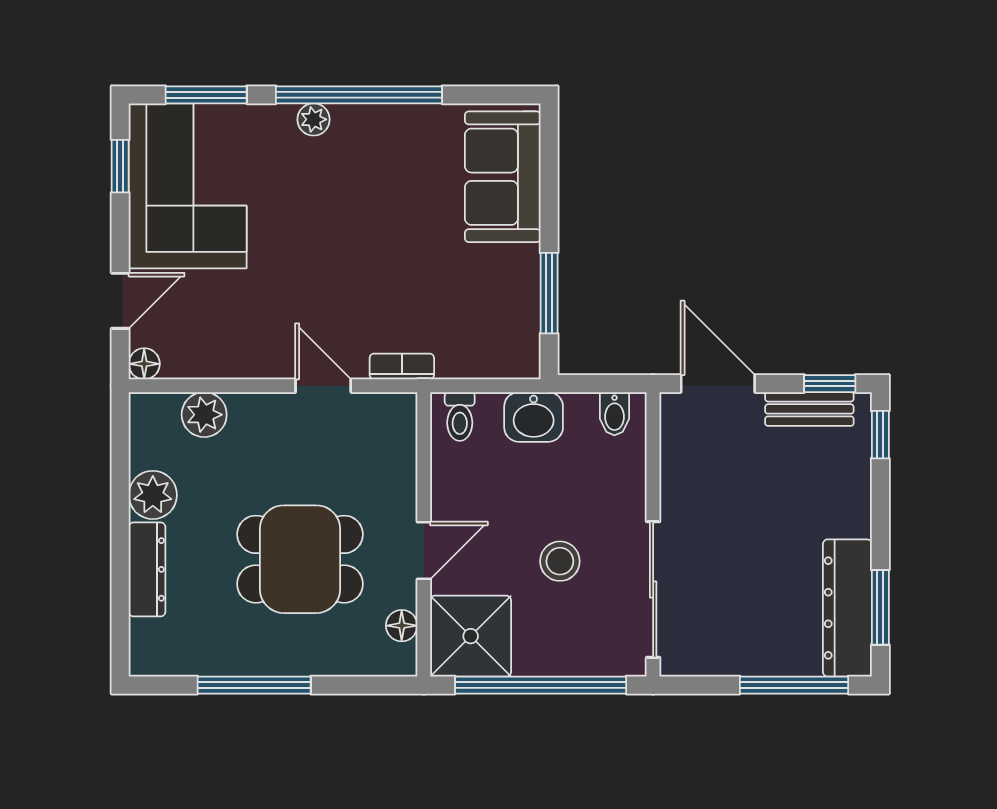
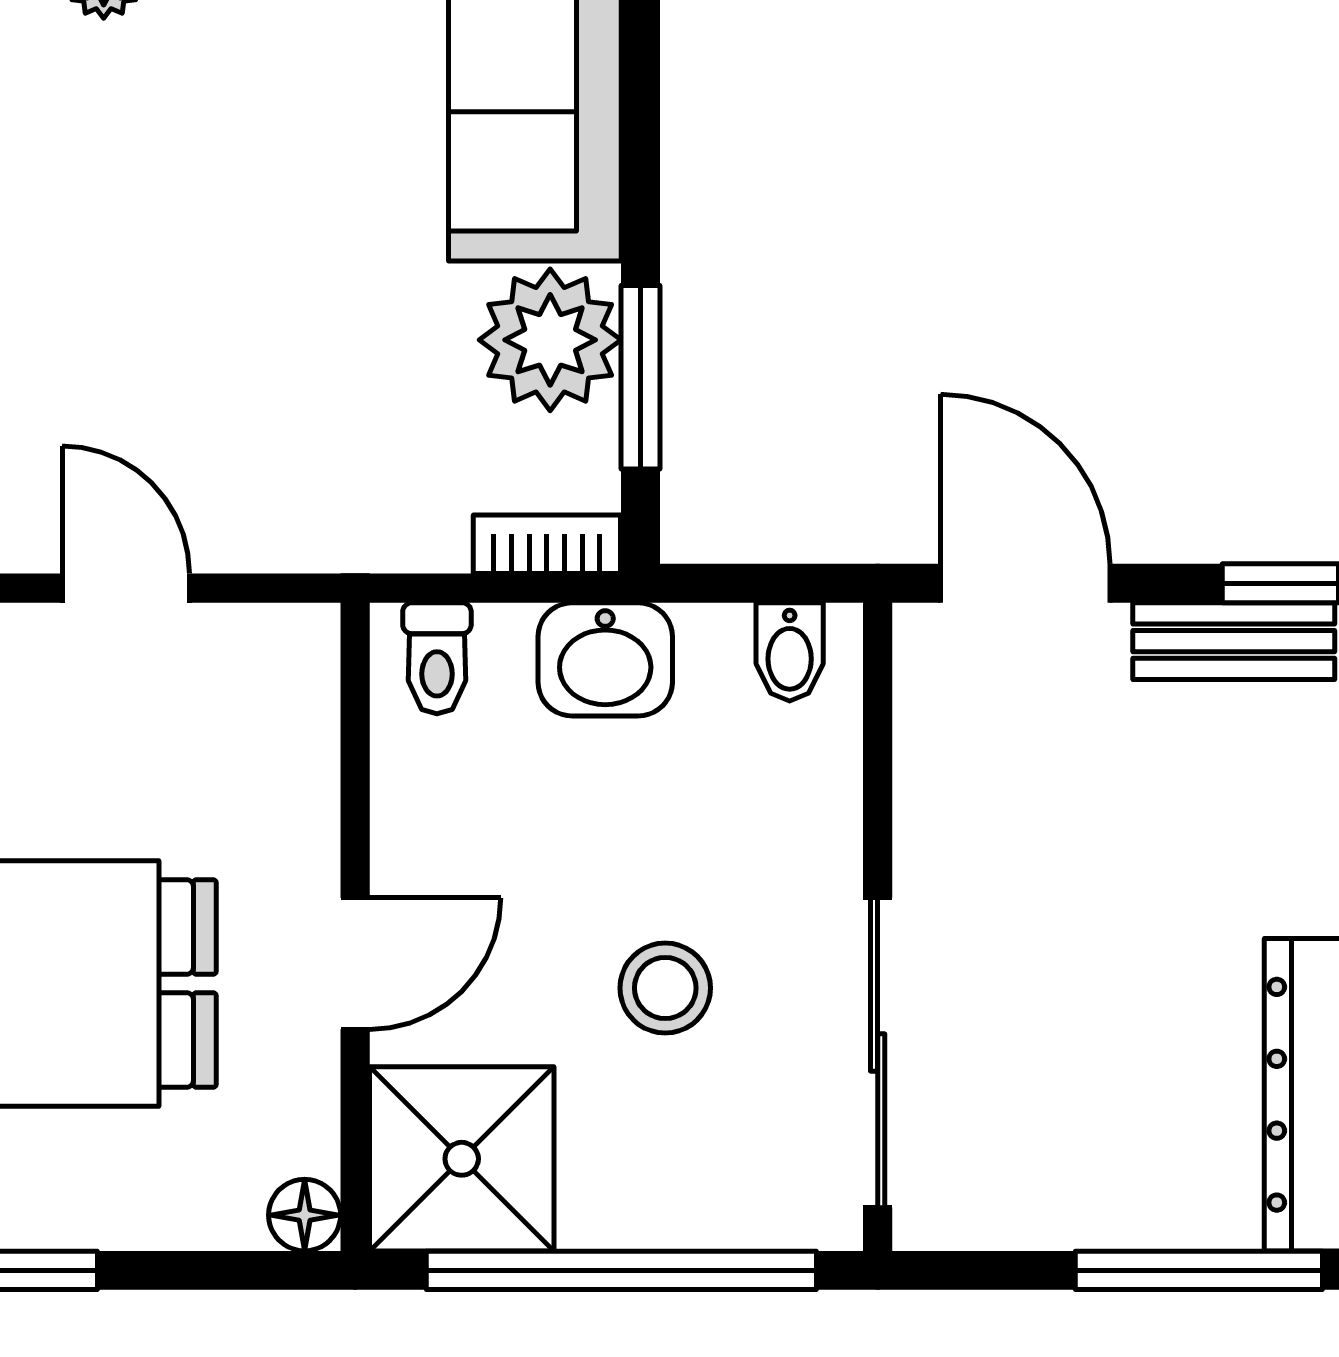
plant: (509, 277) -> (550, 340), added
bookcase: (402, 366) -> (547, 544), moved
floor lamp: (402, 626) -> (305, 1215), moved

